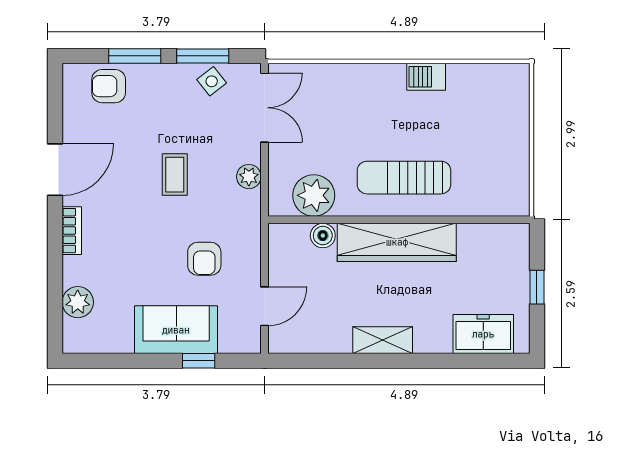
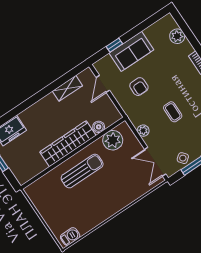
barbecue: (426, 77) -> (70, 236), moved
armchair: (204, 259) -> (139, 87), turned 180
shelving: (383, 340) -> (67, 88), moved

